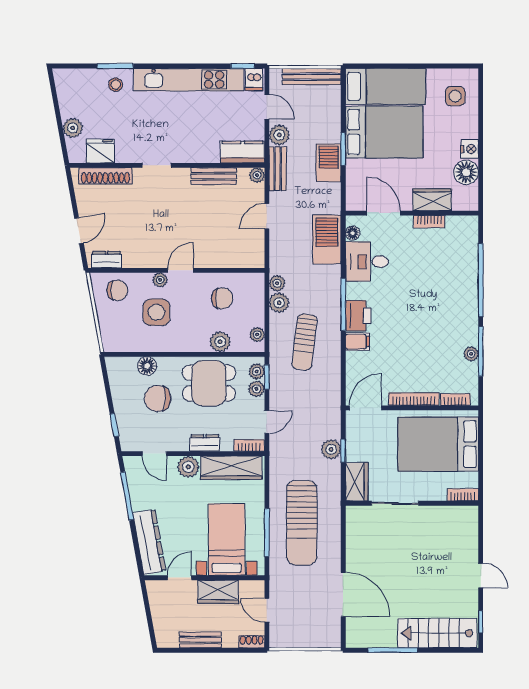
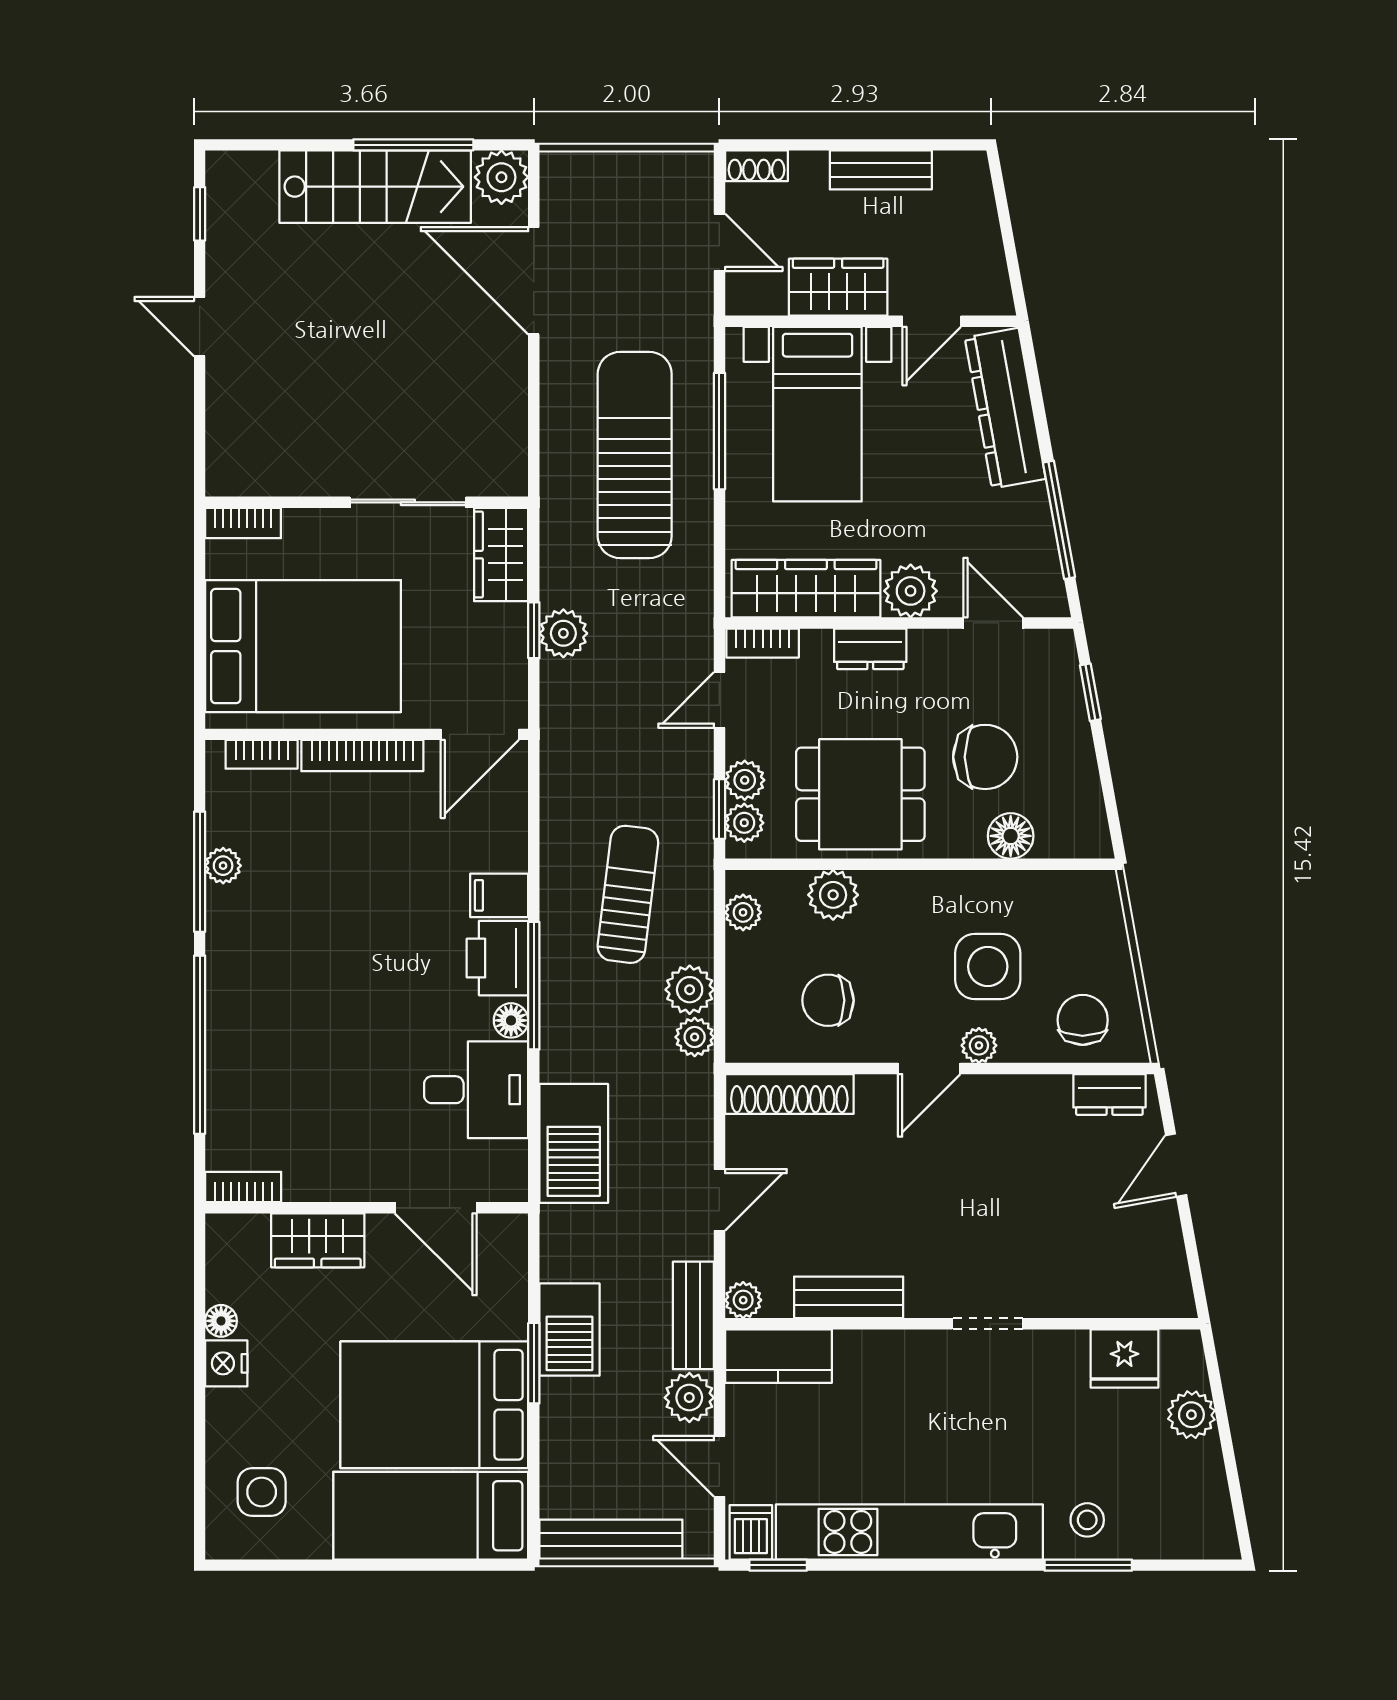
floor lamp: (466, 172) -> (221, 1321), width x0.53, depth x0.53
shoe rack: (105, 176) -> (789, 1094), moved, turned 180
bookcase: (429, 222) -> (243, 1187), moved
floor lamp: (353, 233) -> (511, 1020), moved
chair: (117, 290) -> (1083, 1020), turned 90
stairs: (437, 633) -> (375, 187), moved
plant: (357, 637) -> (501, 177), added

